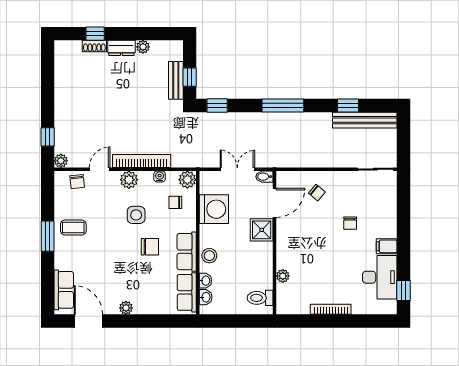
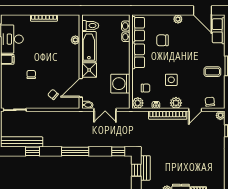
chair: (150, 247) -> (162, 40), moved
stool: (209, 256) -> (123, 53), removed
bathtub: (262, 266) -> (89, 47), added

